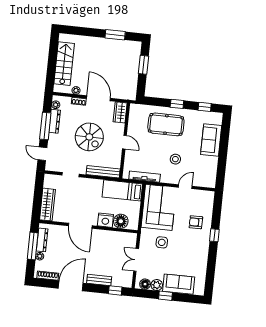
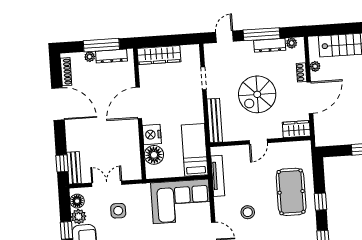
side table: (162, 242) -> (118, 211), moved
bench: (99, 280) -> (74, 168), moved

